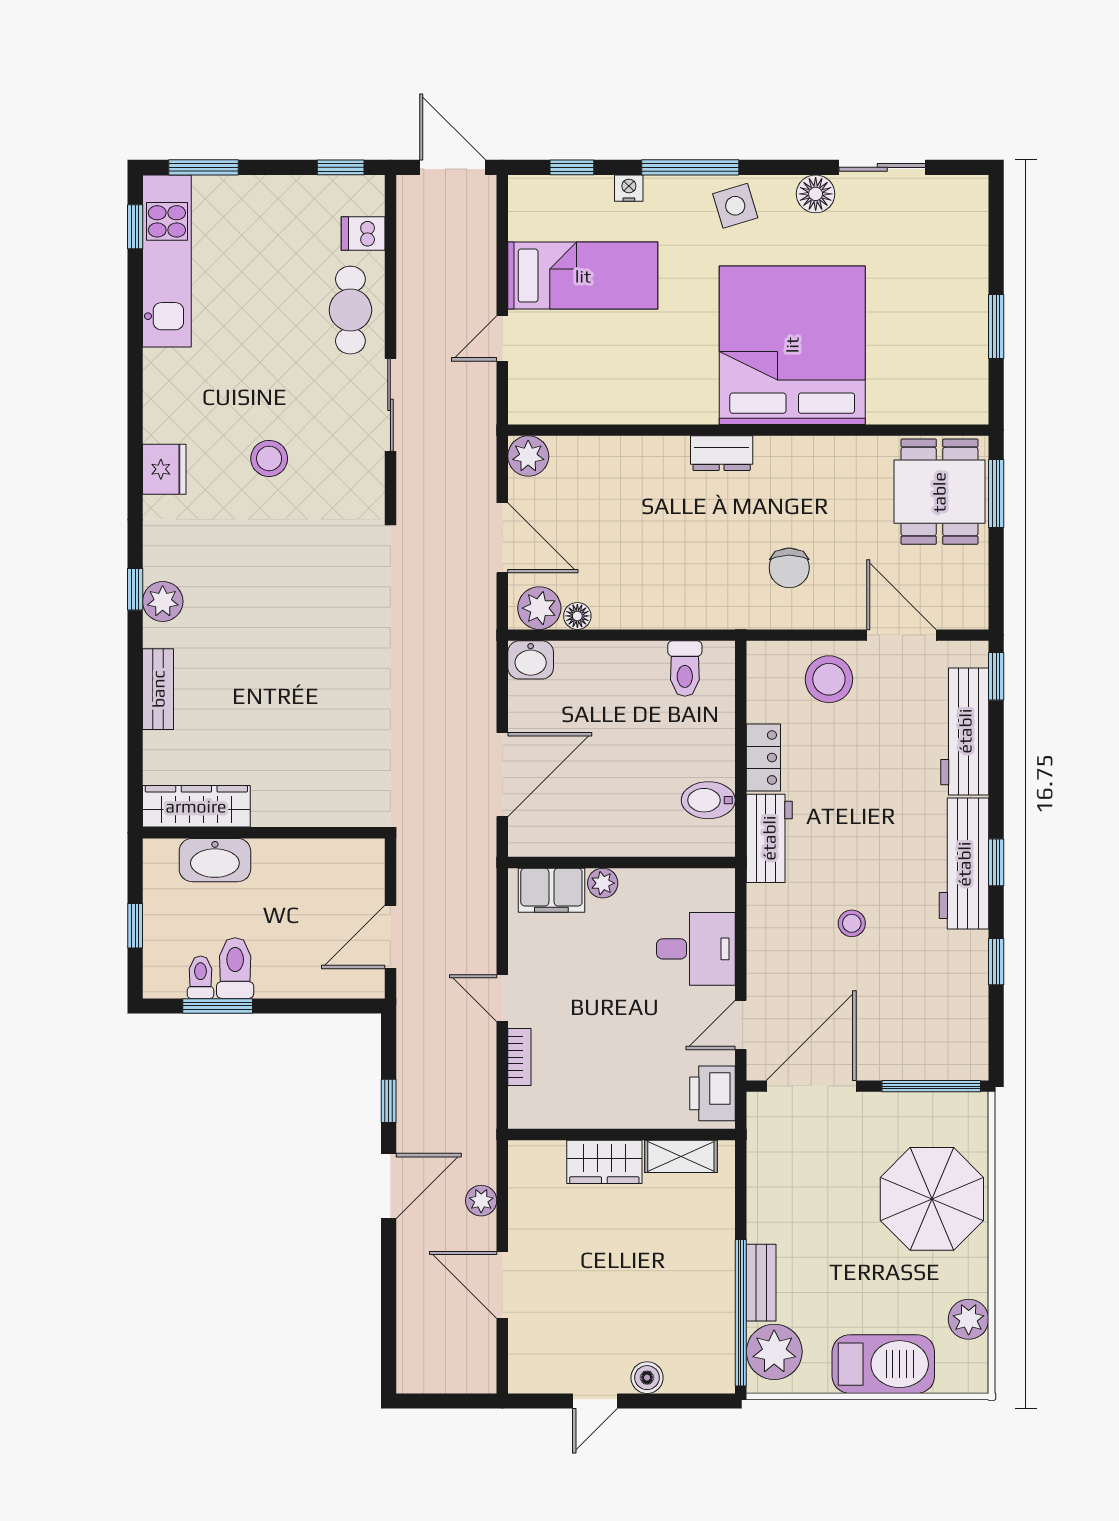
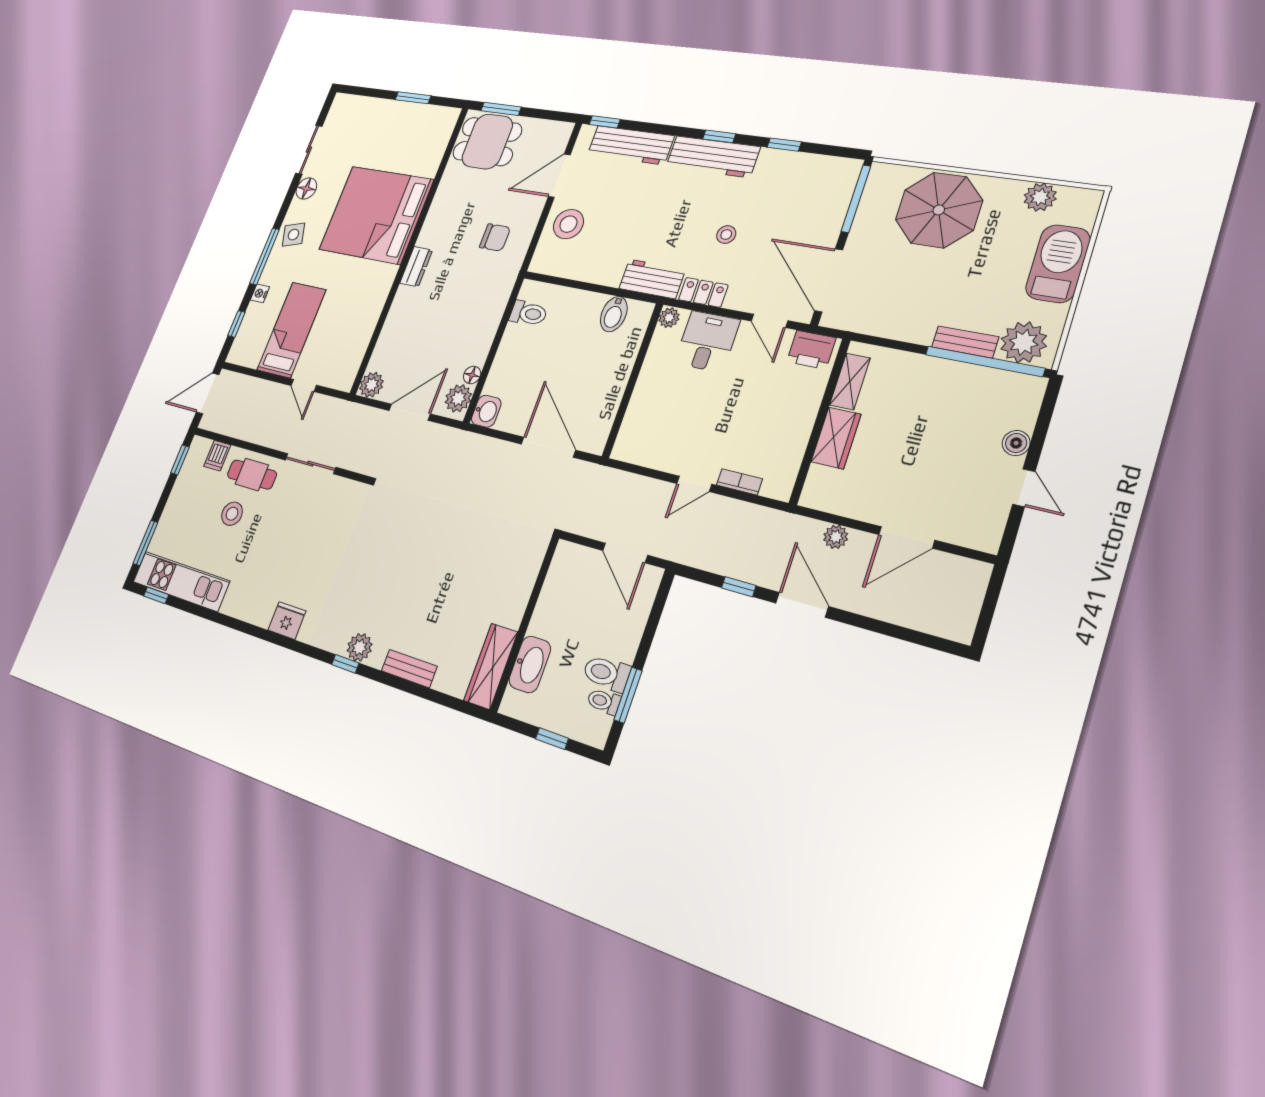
stool: (269, 458) -> (232, 514), moved
locker: (763, 757) -> (703, 292), moved
plant: (603, 883) -> (669, 318), moved
filing cabinet: (551, 890) -> (634, 432), removed

